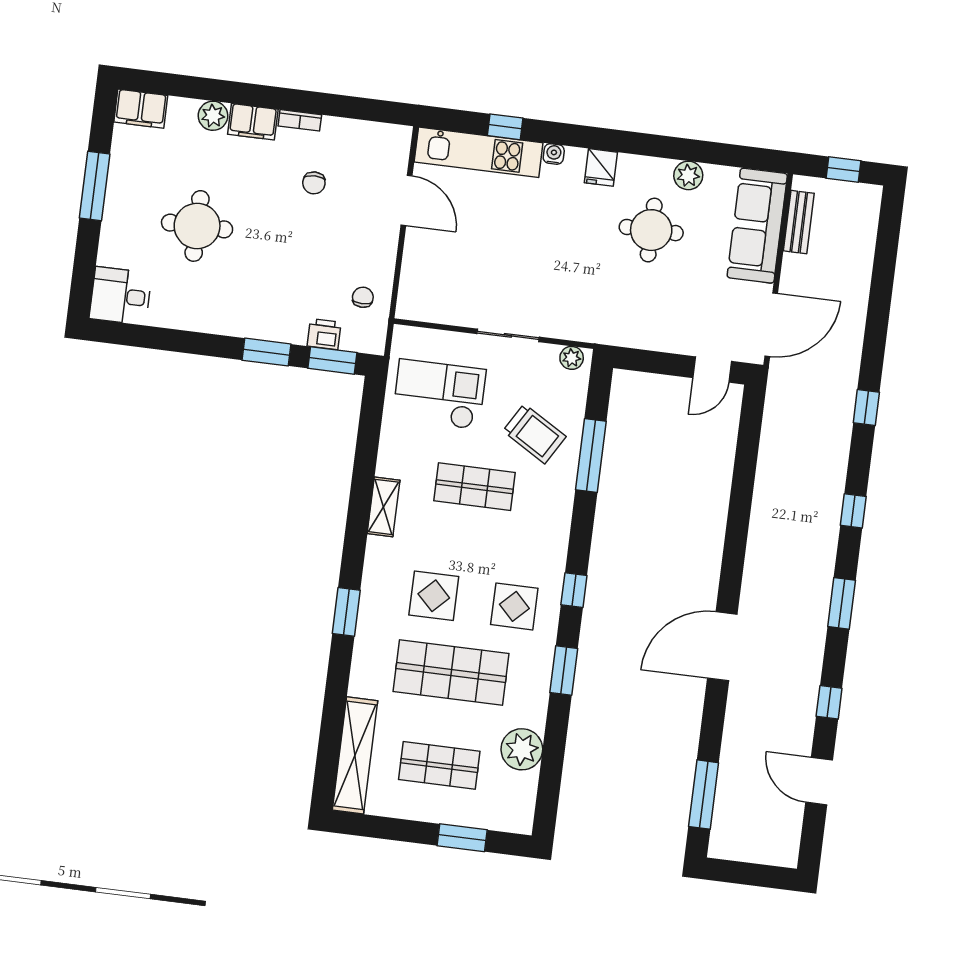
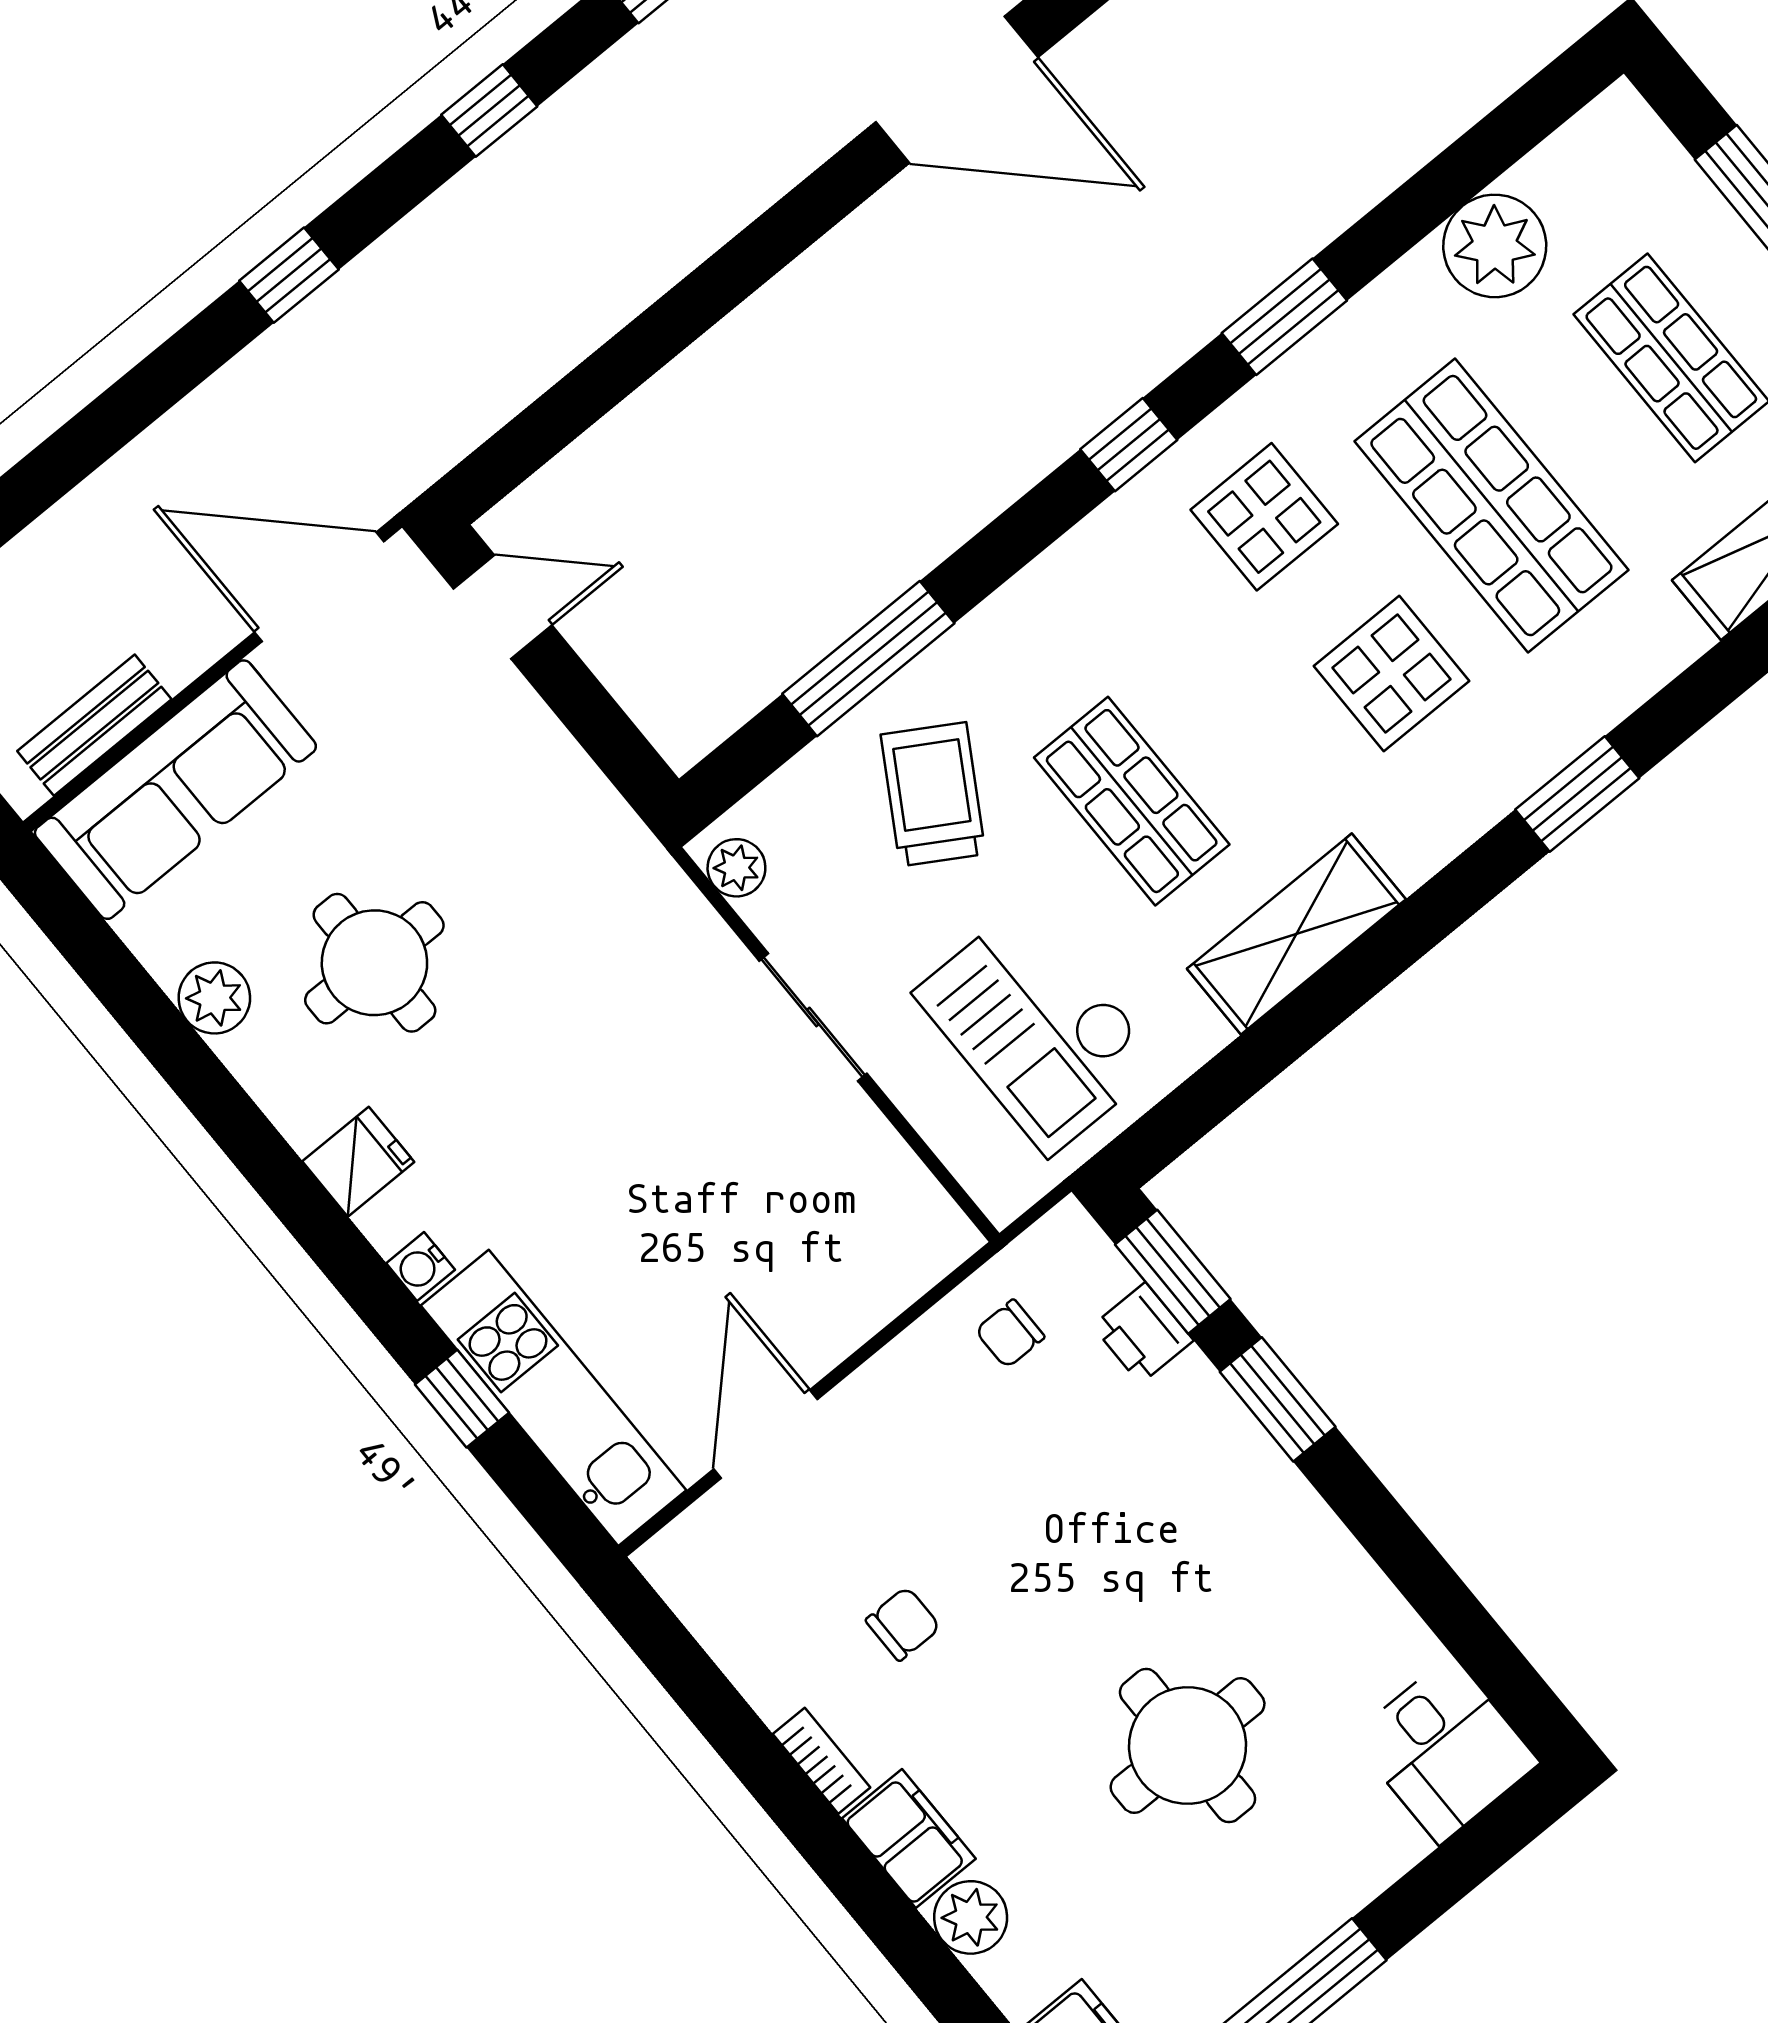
shelving: (384, 507) -> (1296, 934), width x1.50, depth x1.33

